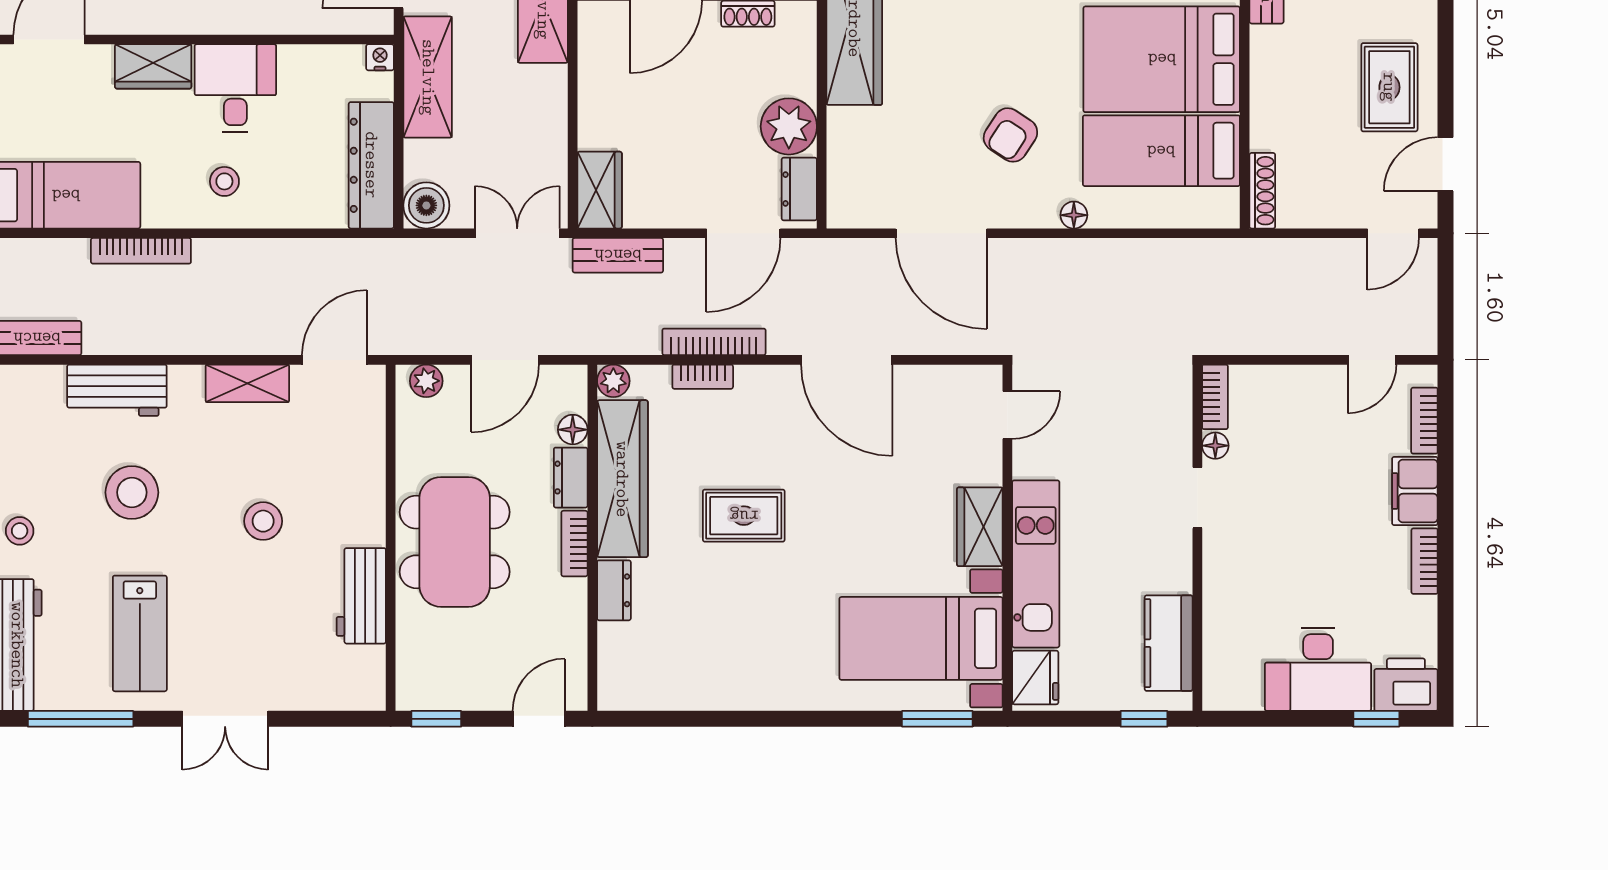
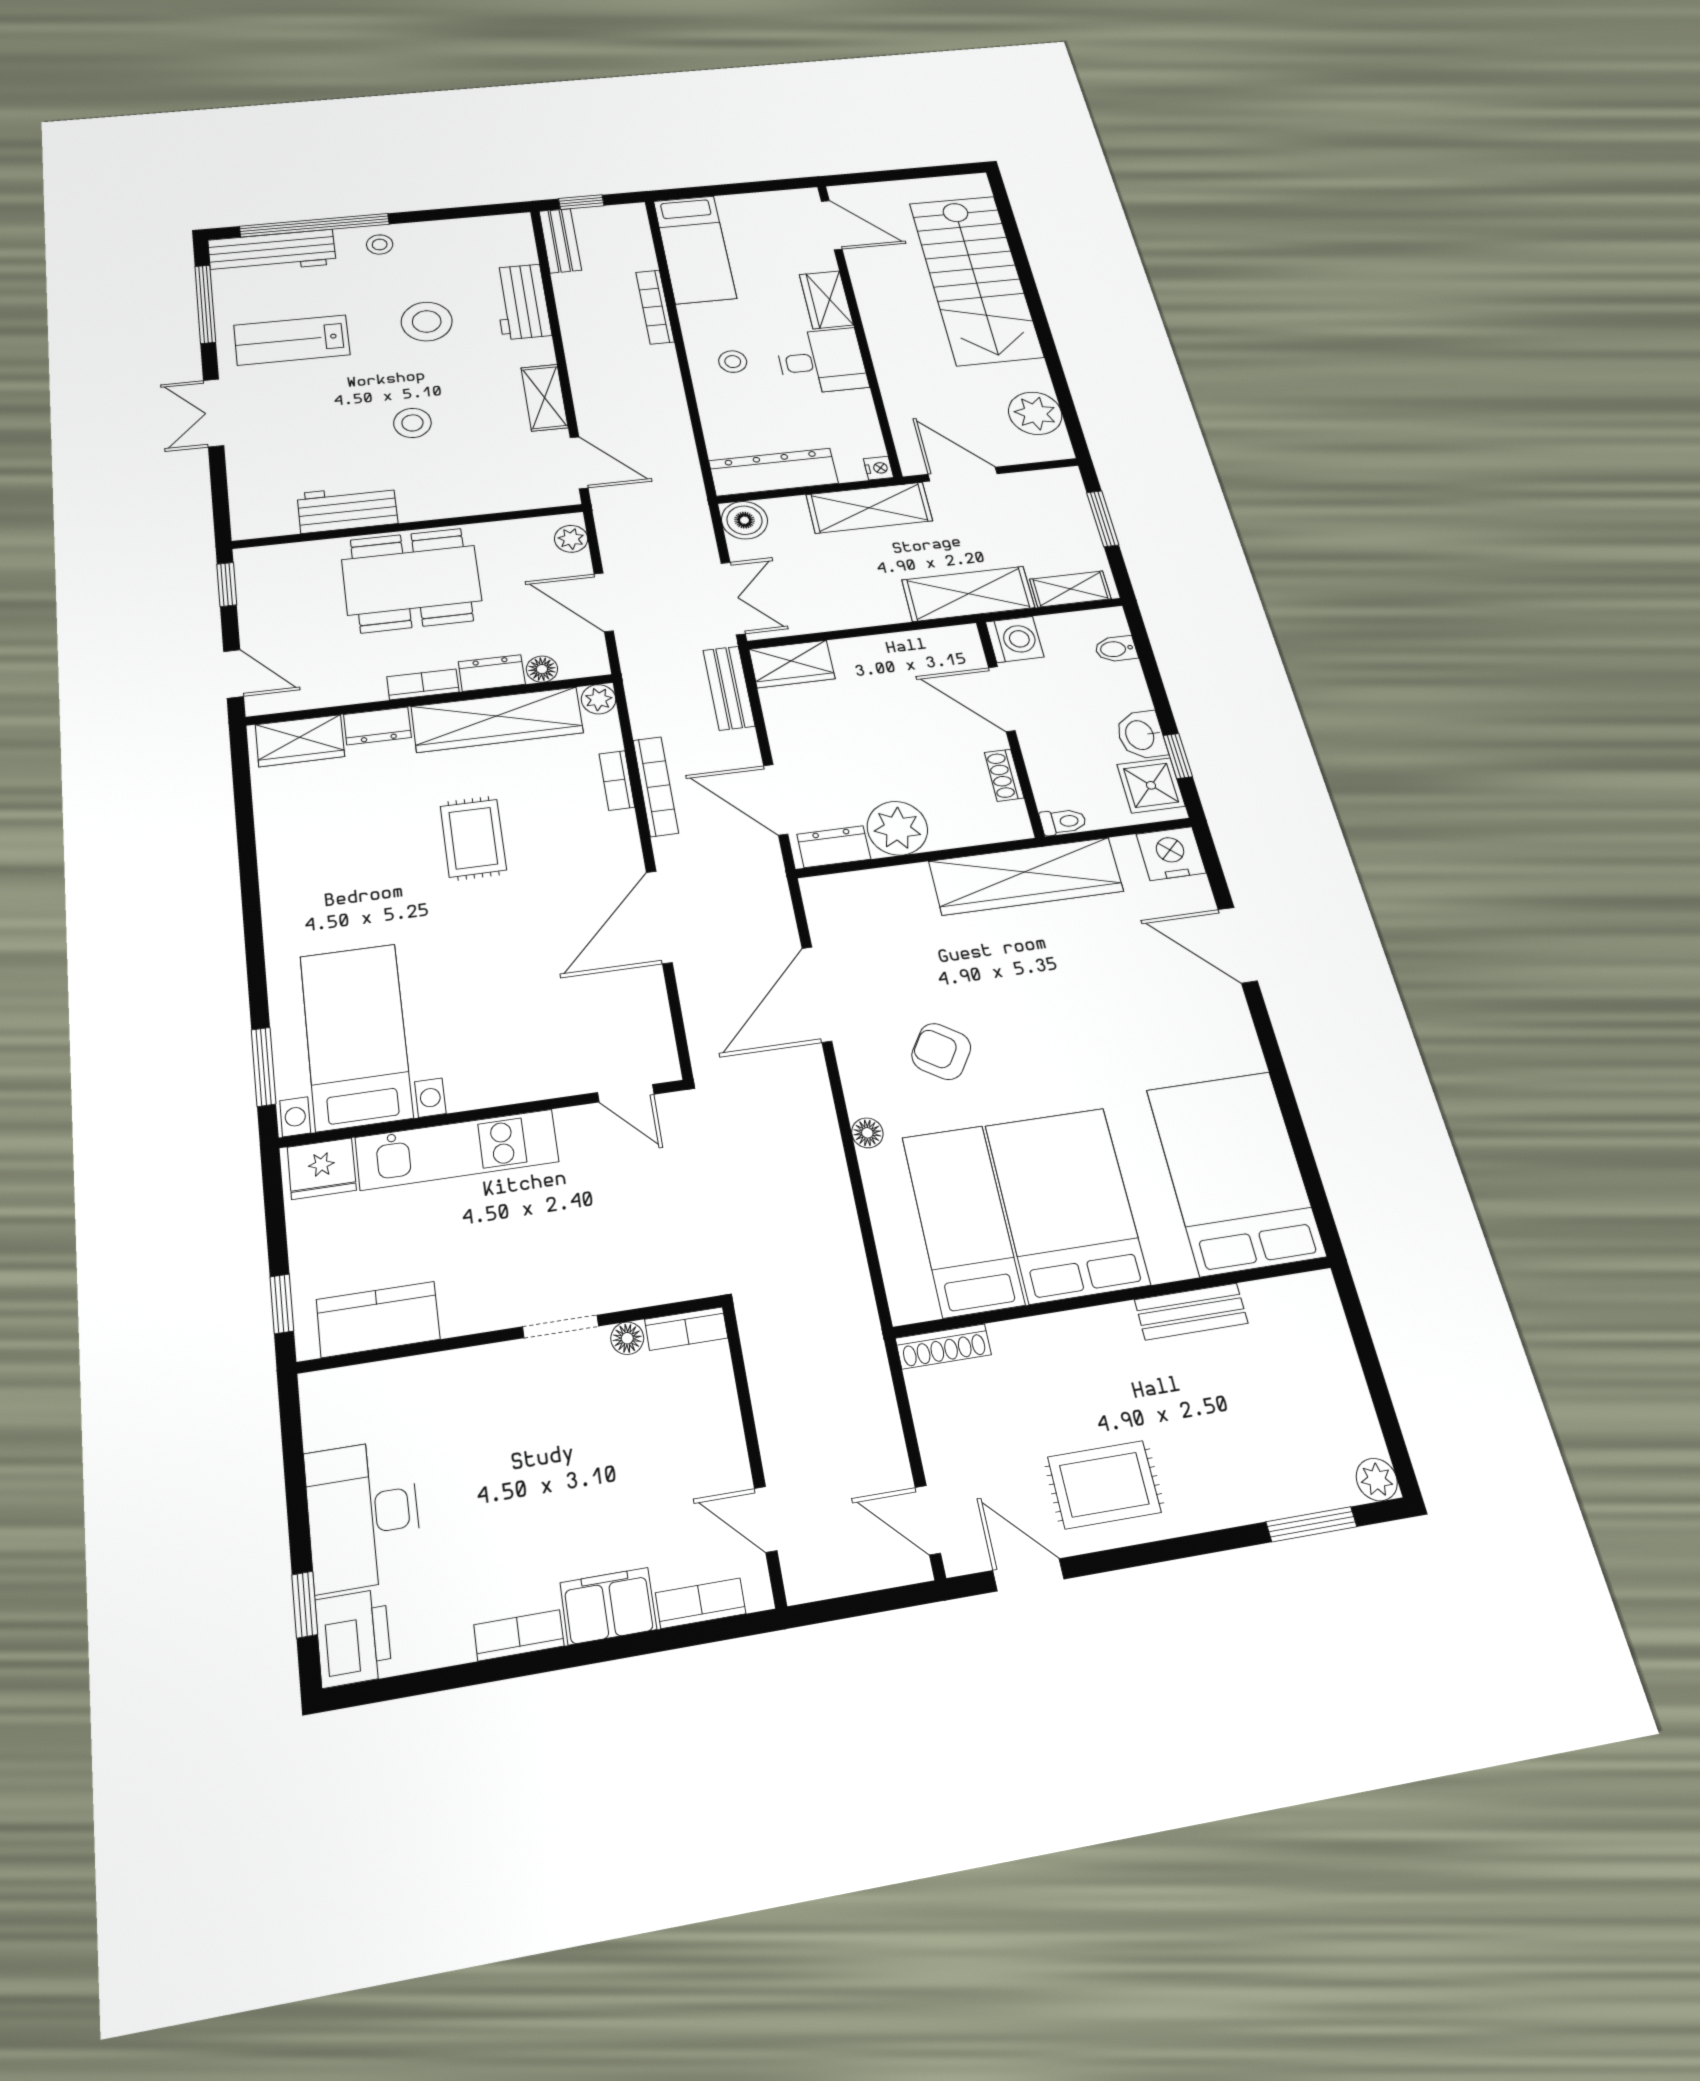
wardrobe: (980, 527) -> (300, 741), moved, turned 180

